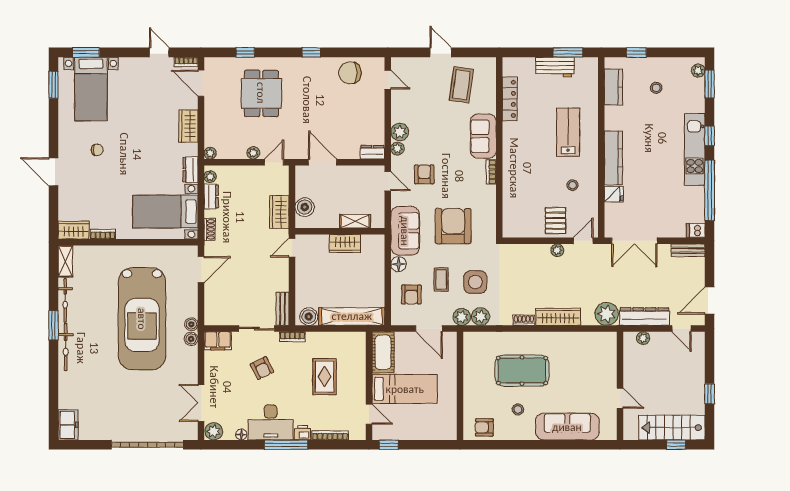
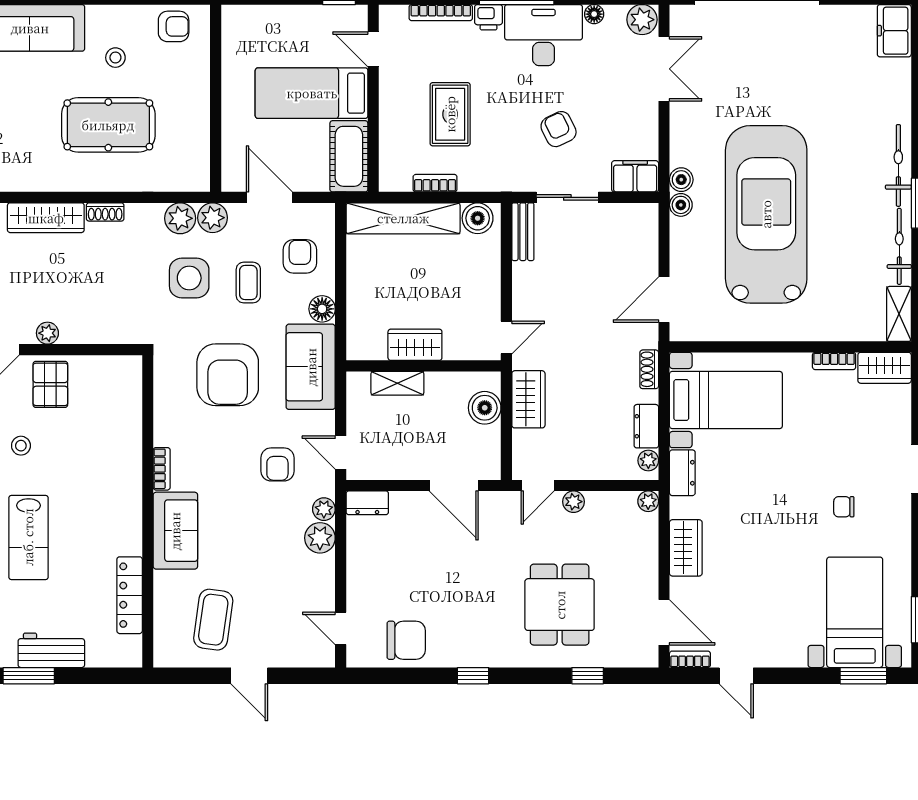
bookcase: (292, 337) -> (435, 183), moved

